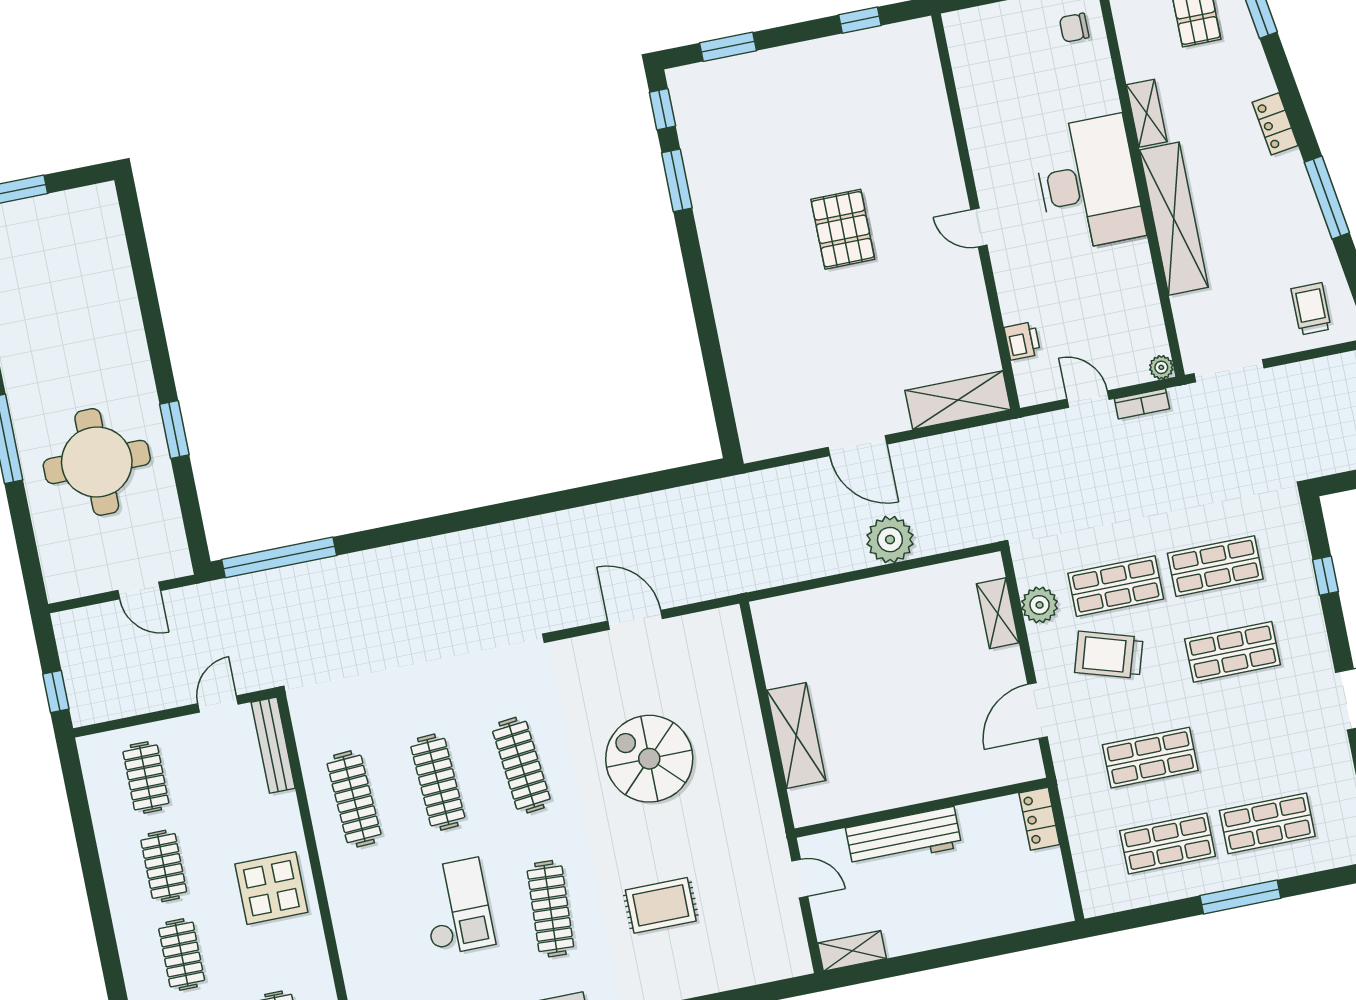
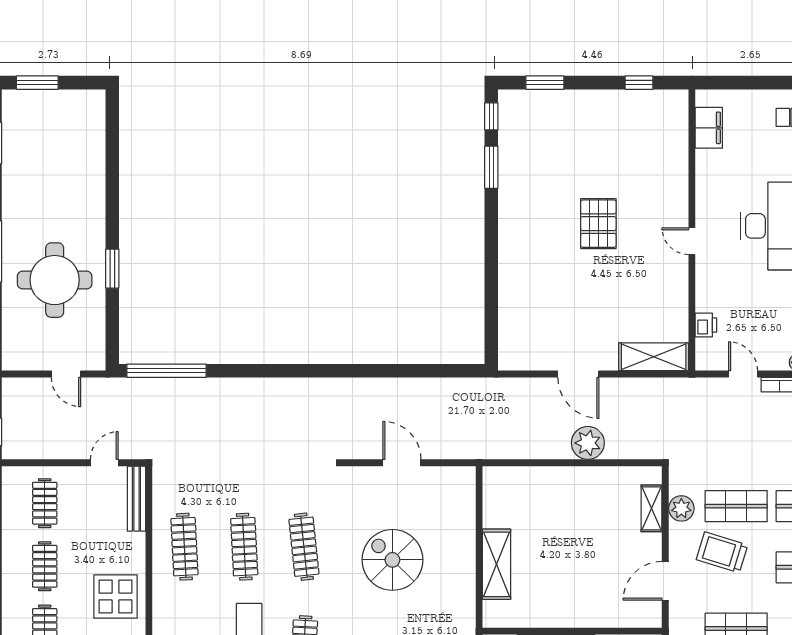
filing cabinet: (971, 64) -> (709, 128), added

